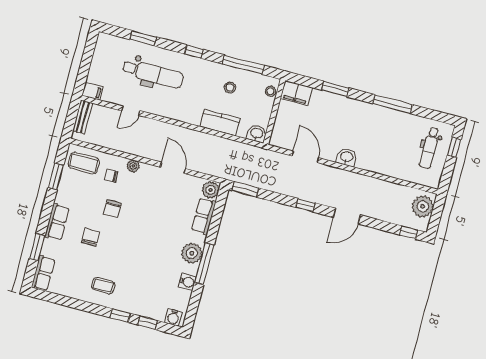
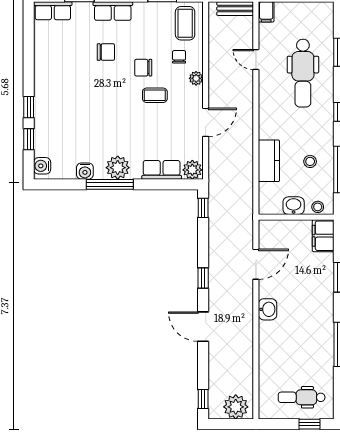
washbasin: (257, 134) -> (294, 206), moved, turned -90
window: (245, 189) -> (203, 208), width x0.67
coffee table: (103, 286) -> (155, 95), moved, turned 90

